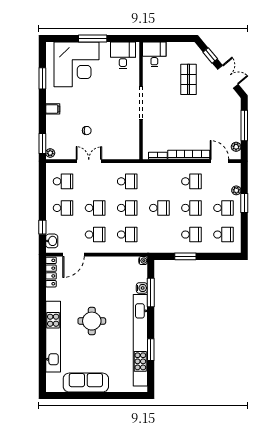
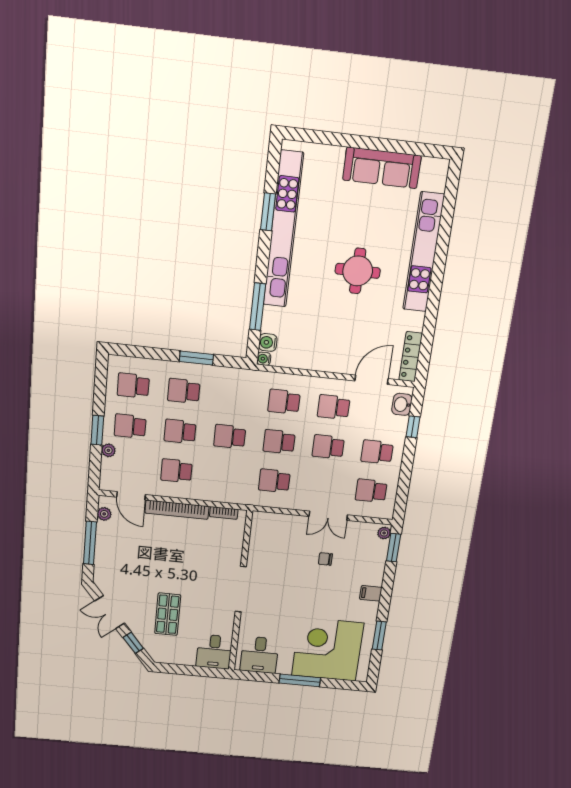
water cooler: (142, 288) -> (268, 342), moved

